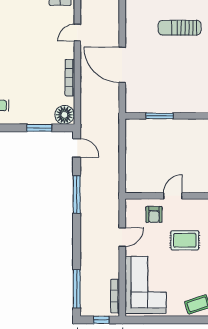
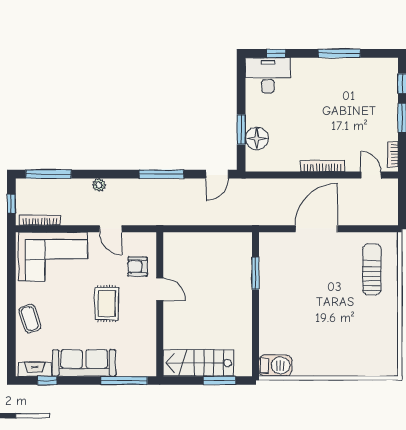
sun lounger: (179, 28) -> (372, 269), moved
door: (77, 33) -> (371, 175), moved
bookcase: (70, 78) -> (323, 166), moved
floor lamp: (64, 115) -> (257, 139), moved
plant: (86, 247) -> (99, 185), added

